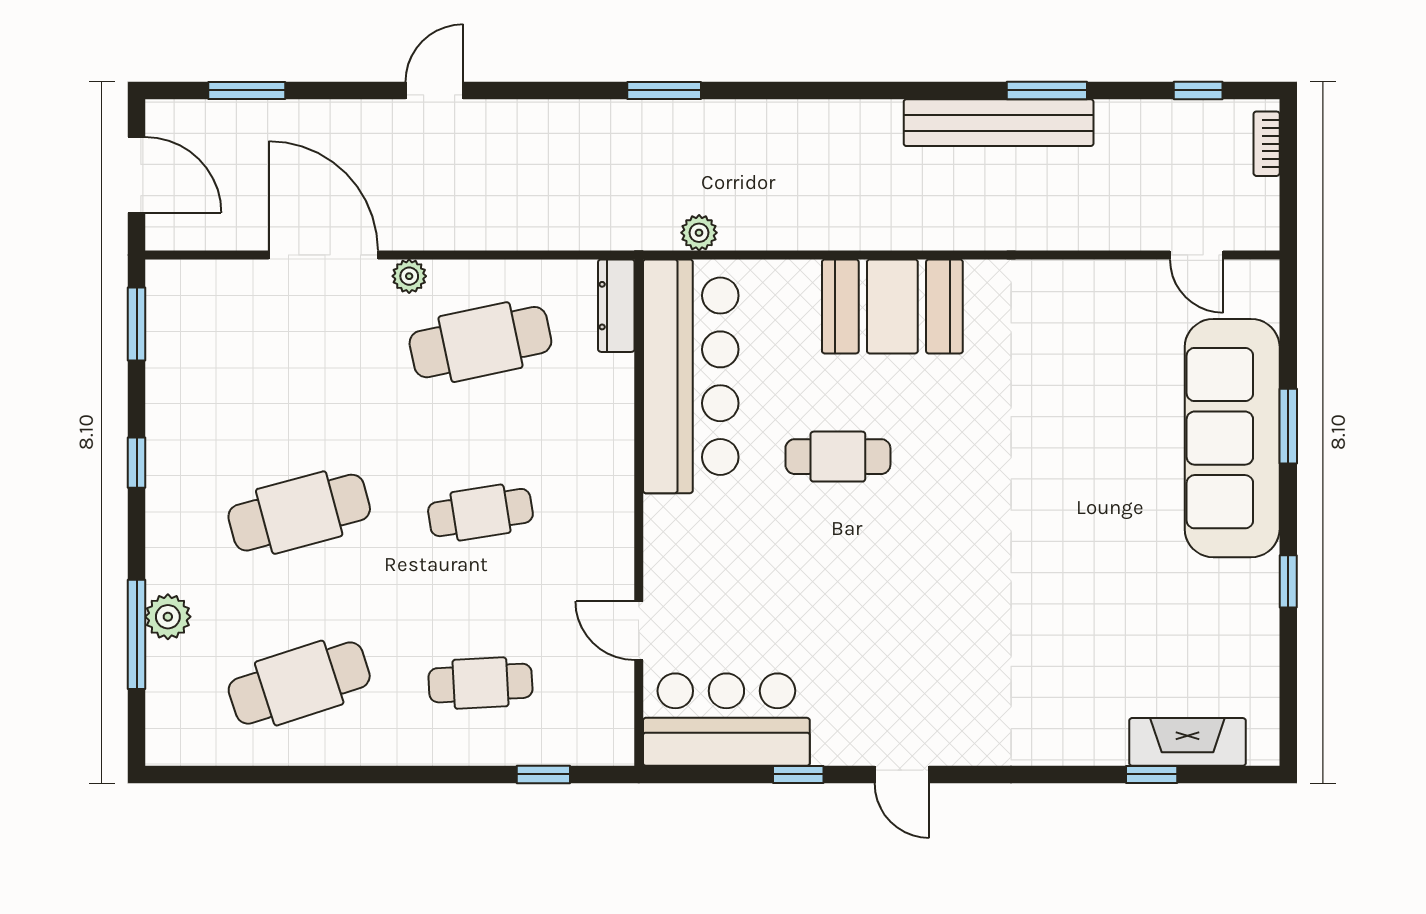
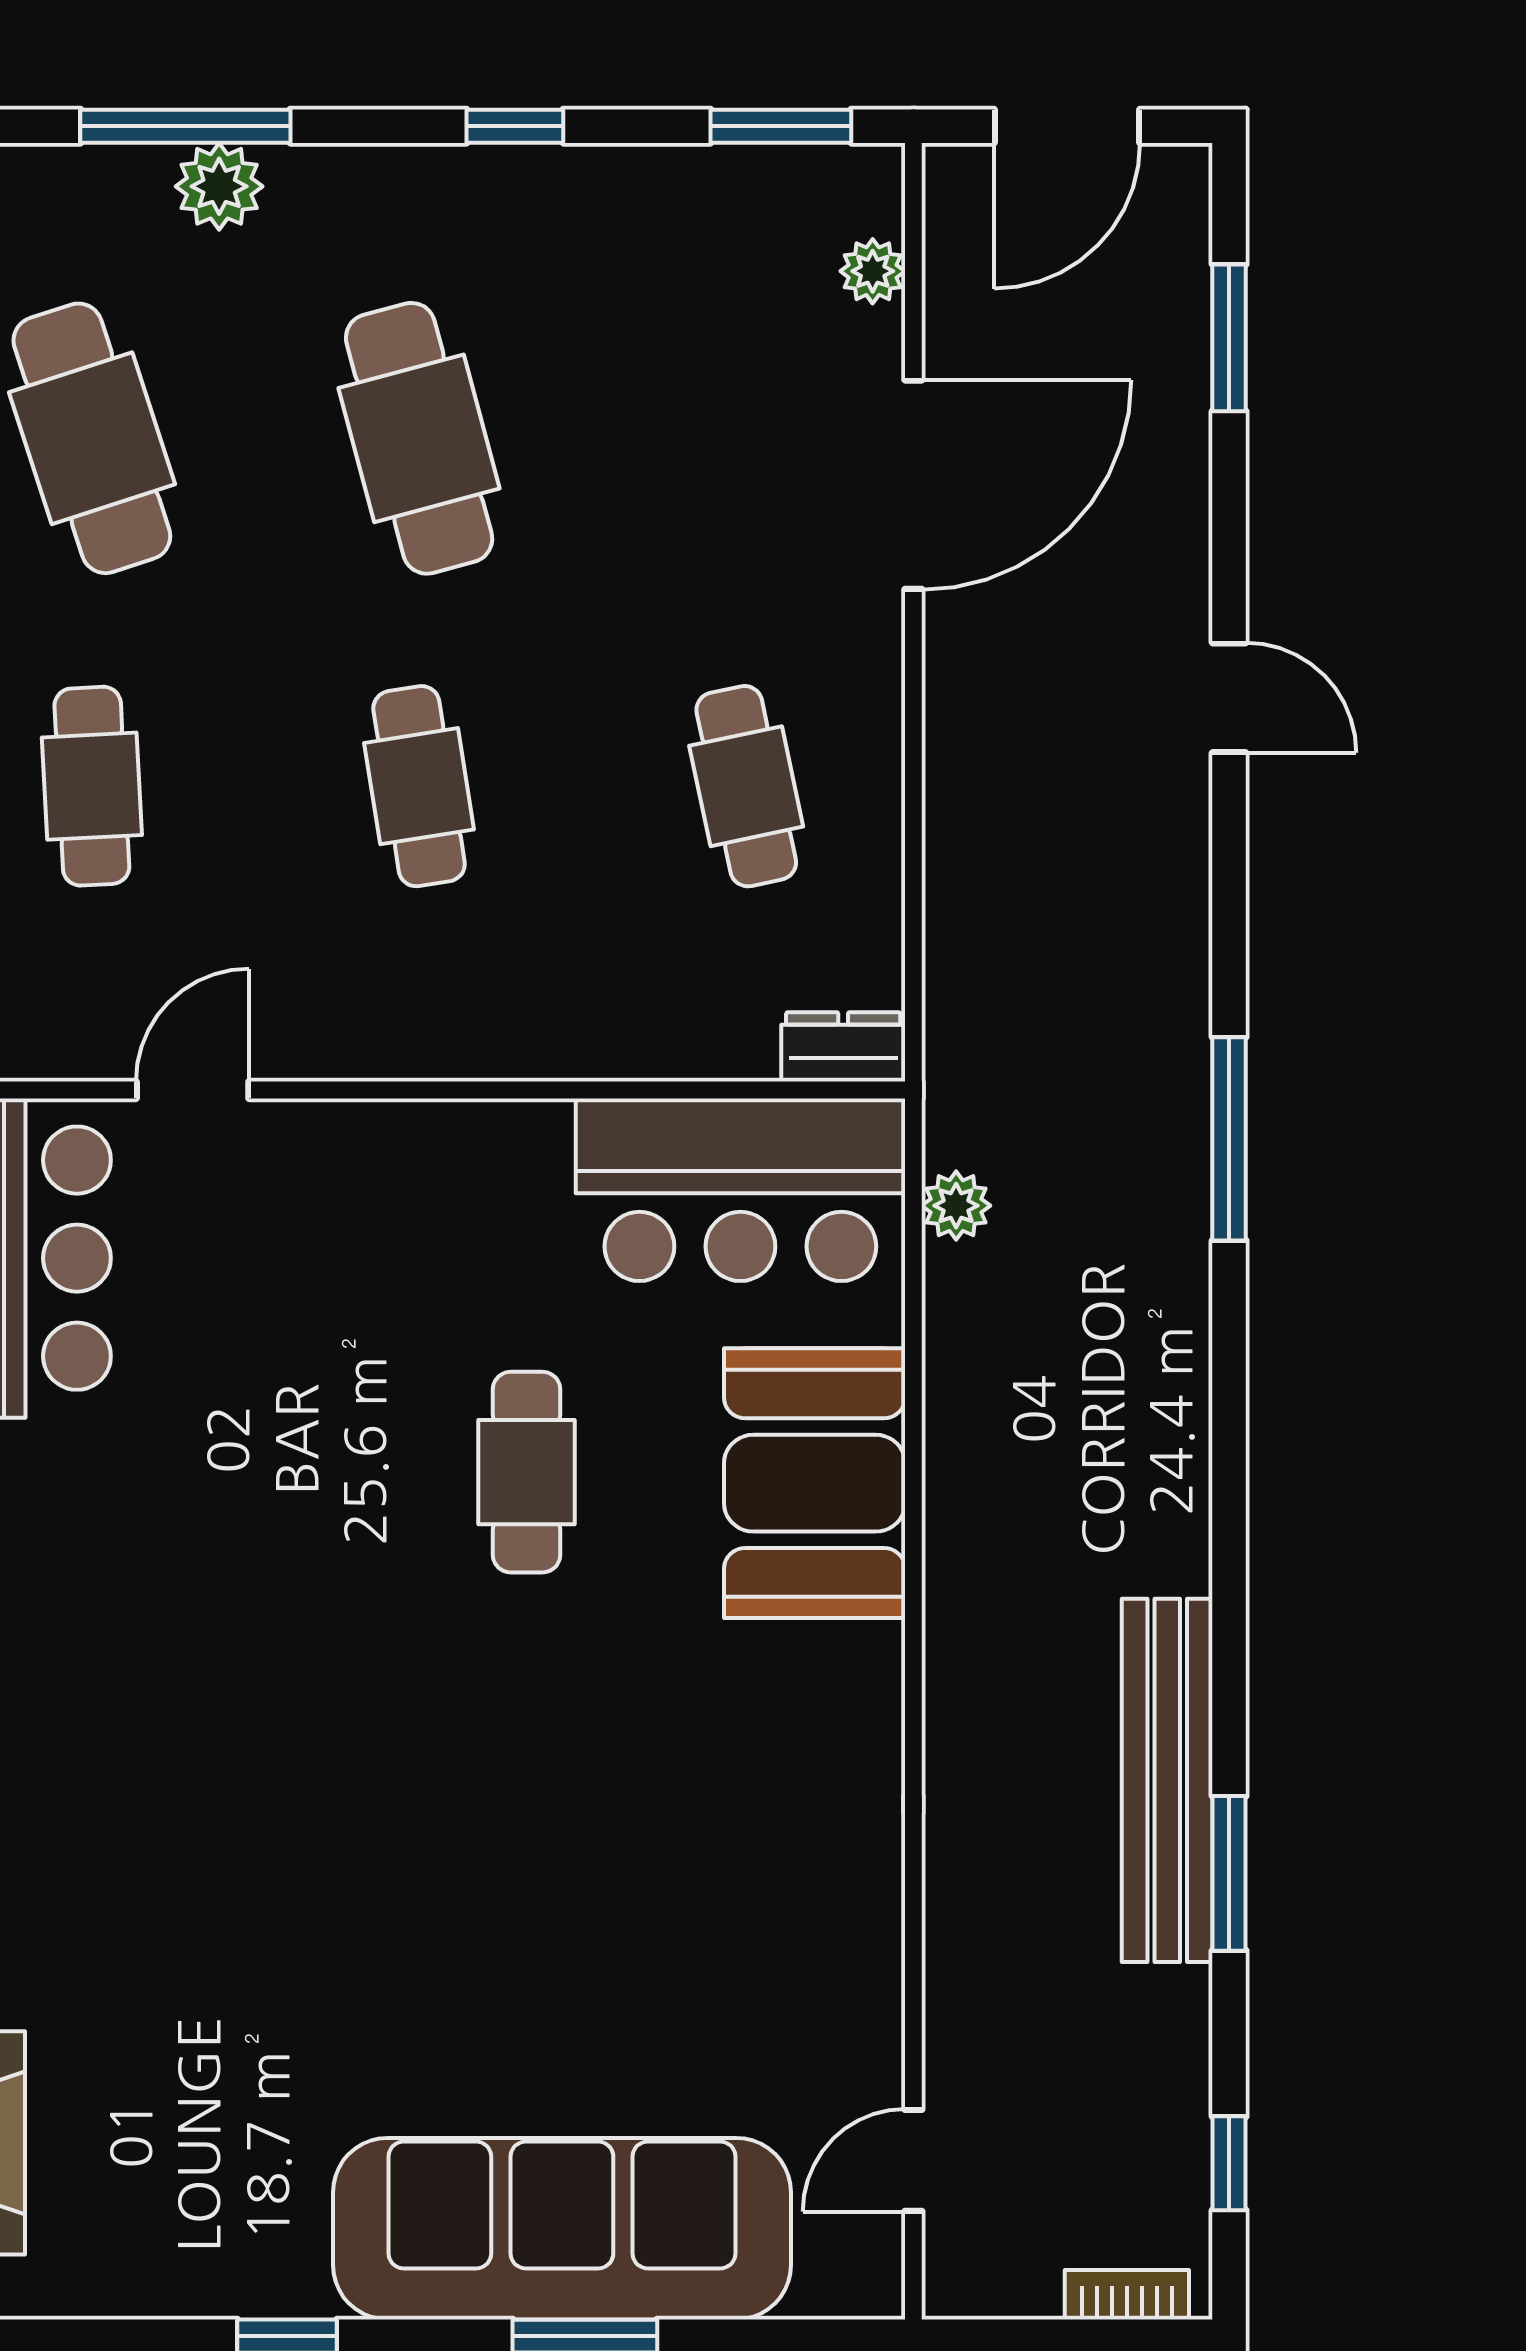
window: (664, 90) -> (1229, 1139), width x1.44
plant: (409, 276) -> (873, 271), moved
dresser: (616, 306) -> (843, 1047), width x0.70
booth: (892, 306) -> (815, 1483), moved
cafe table: (480, 342) -> (746, 786), width x0.73, depth x0.74
bar counter: (691, 376) -> (740, 1190), width x0.73

